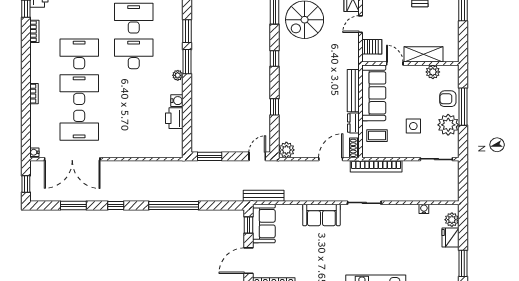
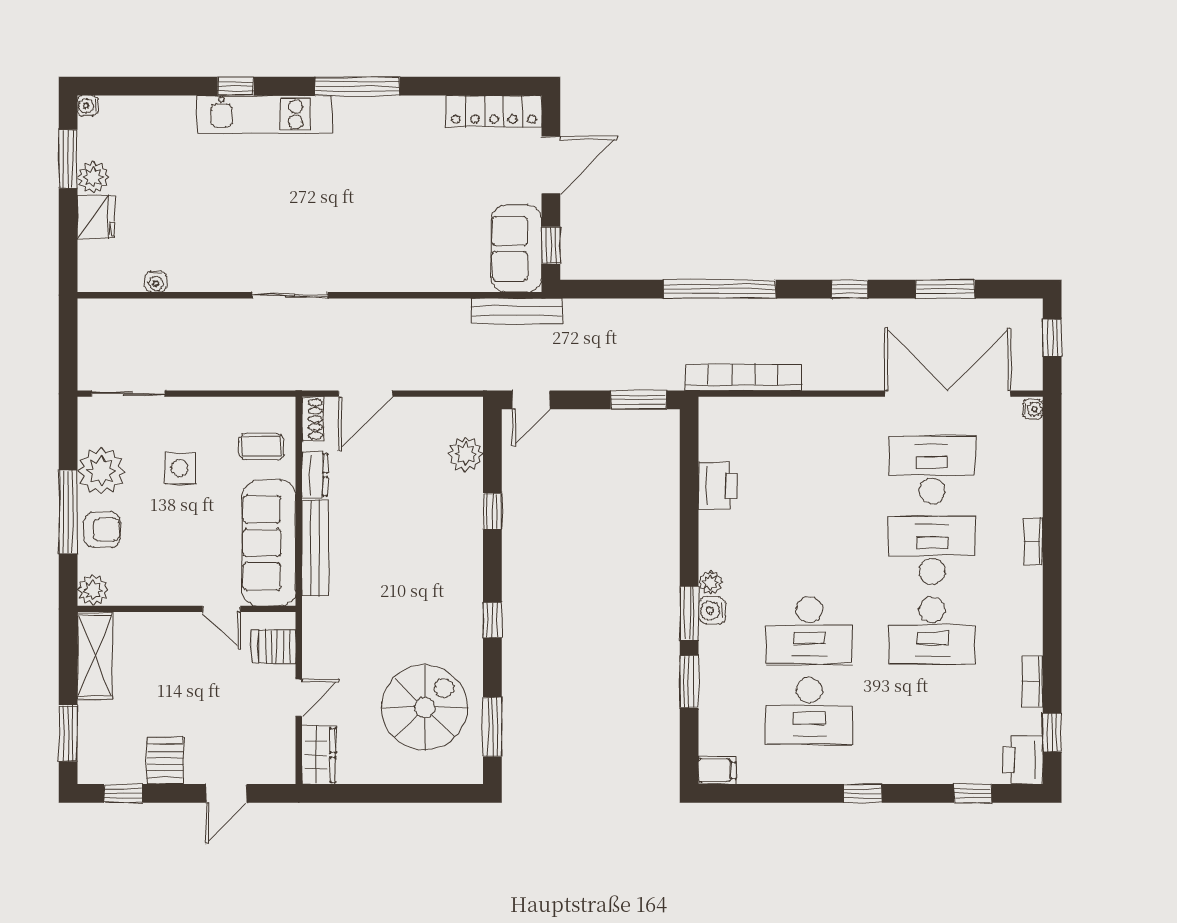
shelving: (424, 54) -> (95, 656), moved, turned 90
plant: (433, 72) -> (93, 590), moved
desk: (79, 90) -> (932, 550), turned 180
water cooler: (177, 101) -> (712, 610), moved
plant: (286, 150) -> (465, 454), moved
bookcase: (376, 166) -> (743, 377), moved
sofa: (321, 215) -> (387, 268), removed
plant: (452, 220) -> (93, 177), moved

